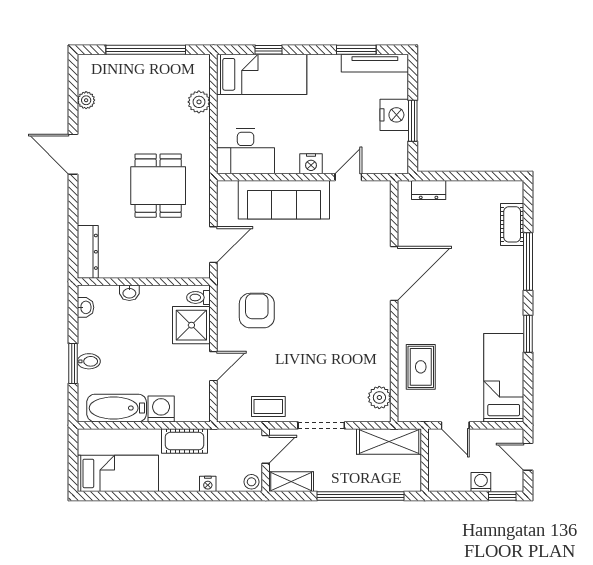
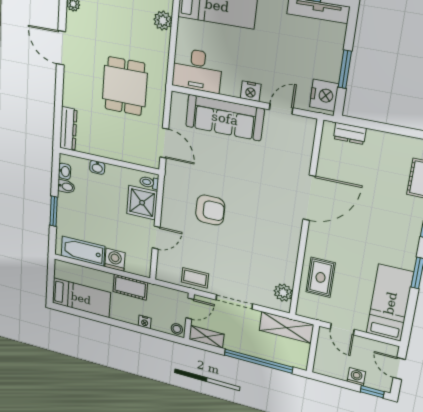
nightstand: (394, 115) -> (324, 95), moved
door: (213, 245) -> (164, 143), hinge flipped
armchair: (257, 311) -> (210, 210), moved, turned 90
bidet: (89, 361) -> (66, 187), moved

